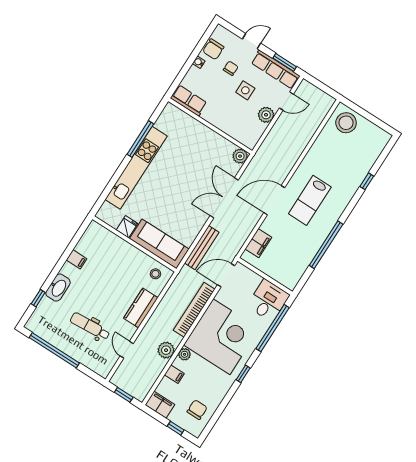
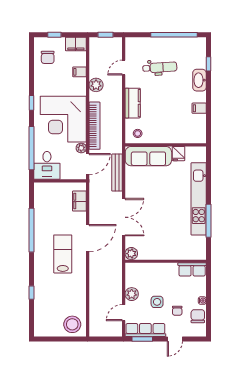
door: (127, 350) -> (124, 68), swing flipped
plant: (185, 354) -> (81, 148), moved

